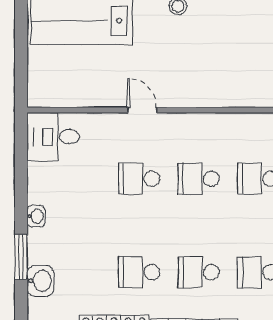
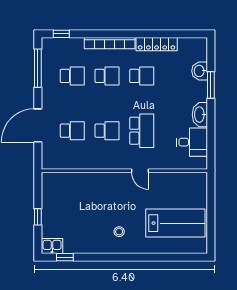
desk: (53, 137) -> (192, 142), moved
school desk: (139, 179) -> (142, 131), width x1.85
washbasin: (36, 216) -> (200, 115), width x1.91, depth x1.45

